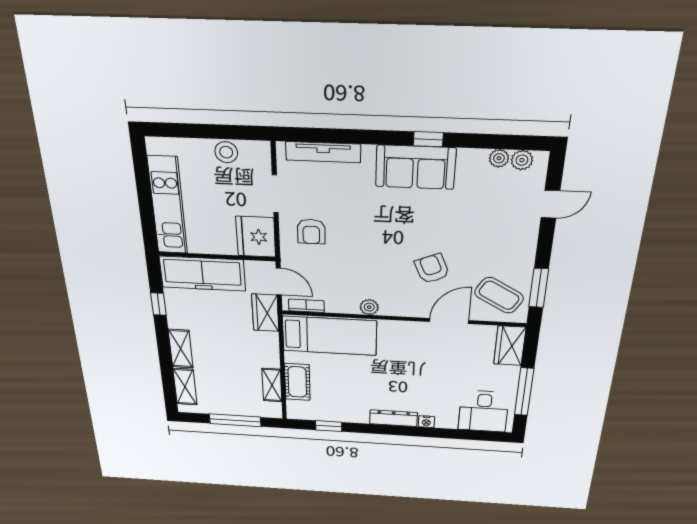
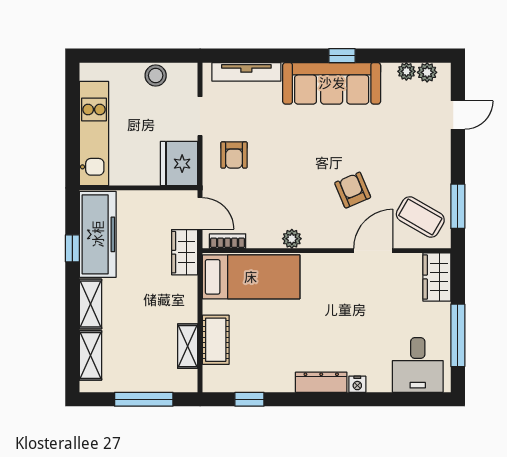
sofa: (415, 167) -> (332, 83), width x1.36
freezer: (203, 274) -> (98, 234), moved, turned -90

